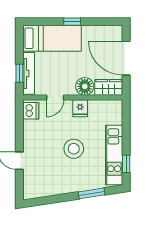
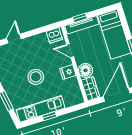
window: (126, 164) -> (49, 116), moved

